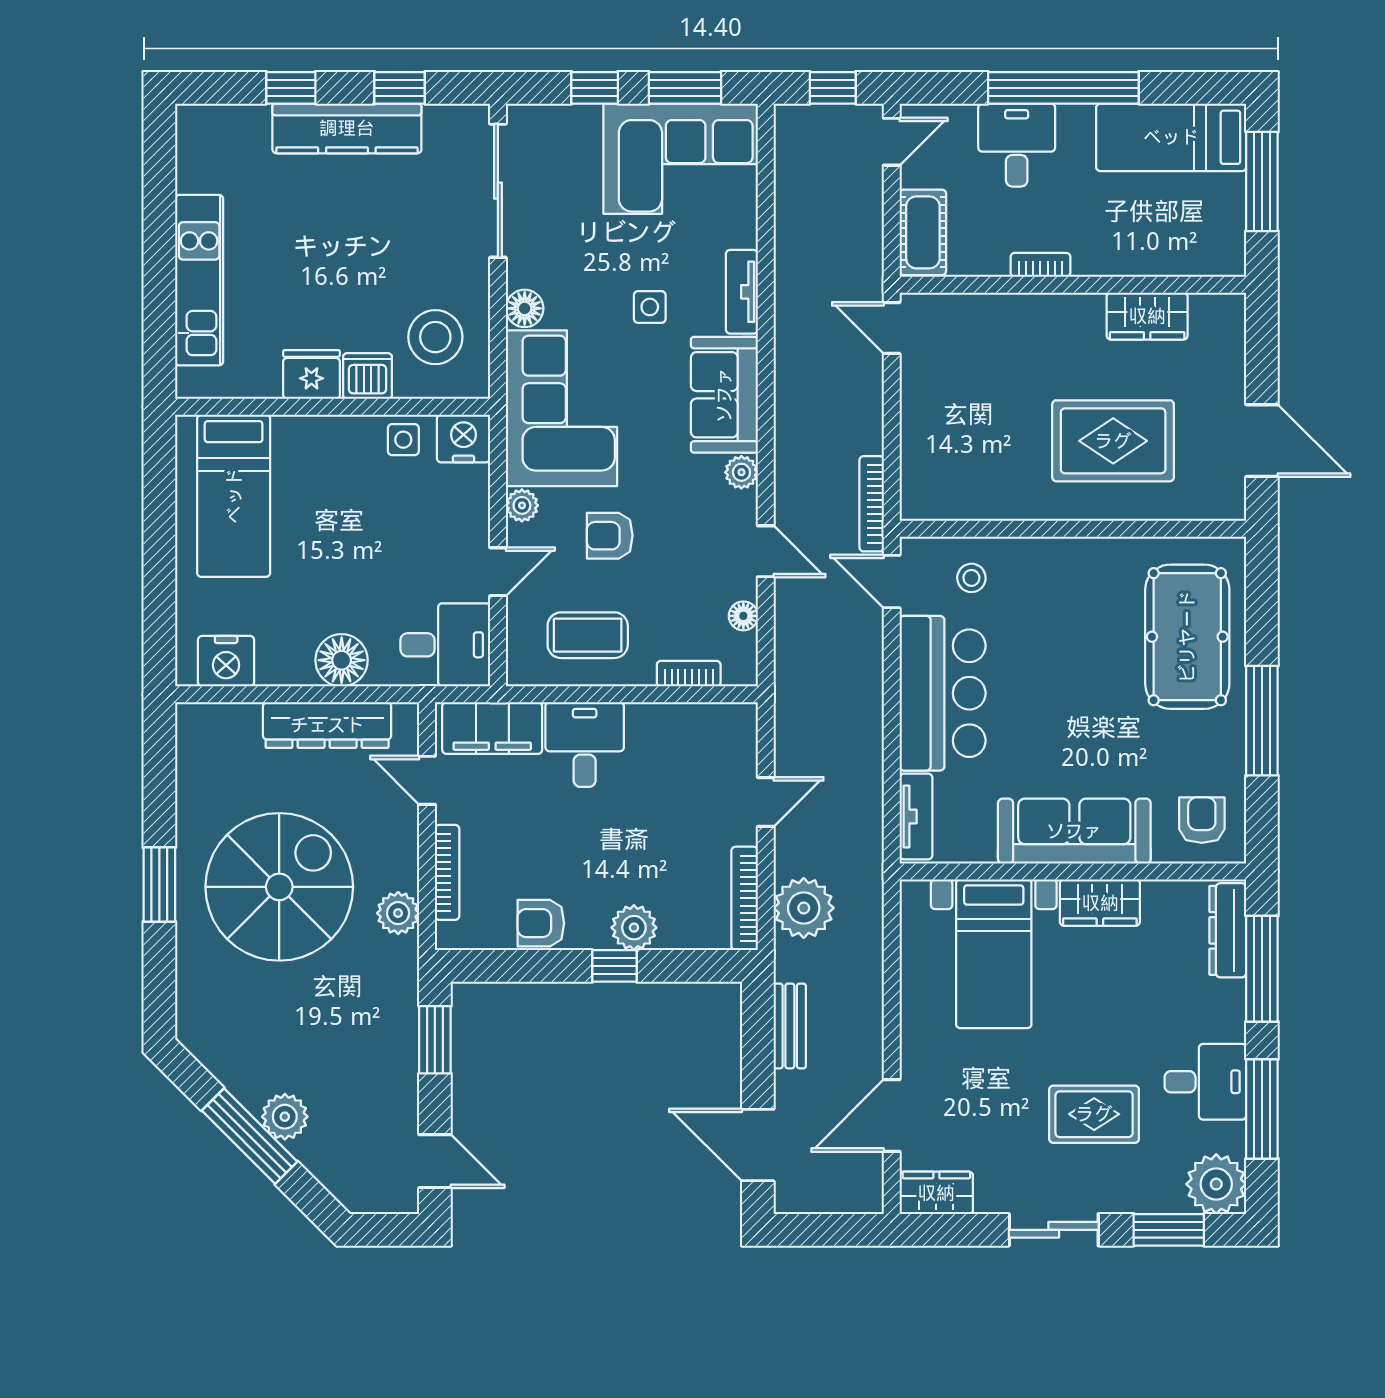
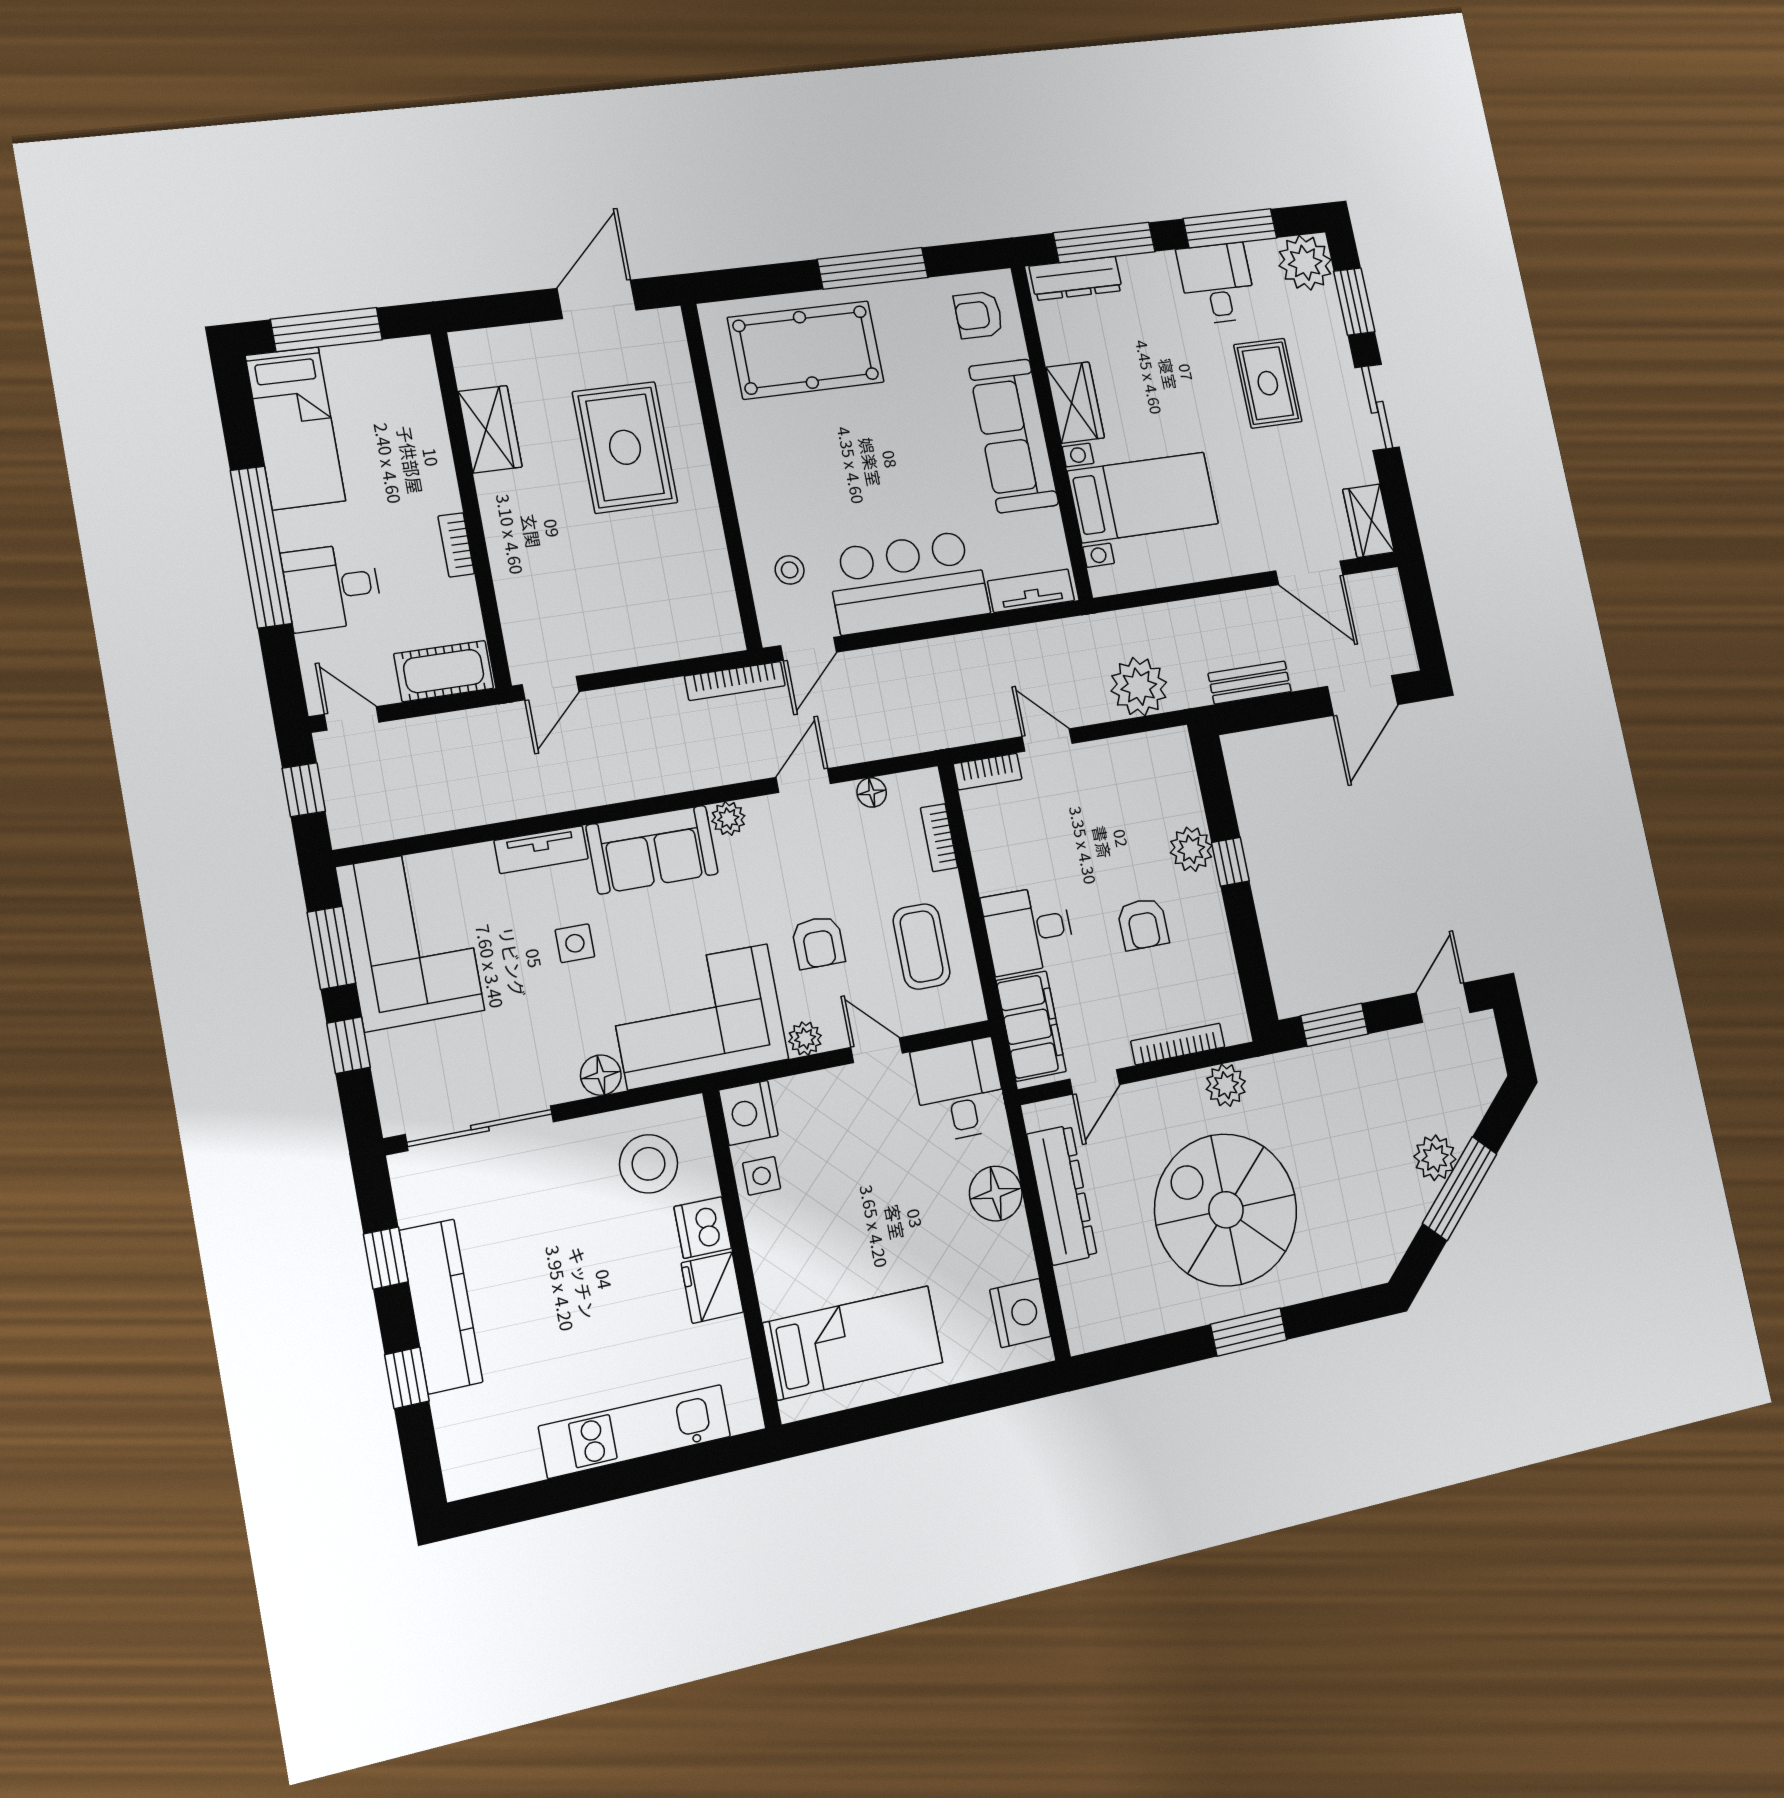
bookcase: (745, 898) -> (988, 772), moved, width x0.64
armchair: (541, 923) -> (1143, 924), moved

